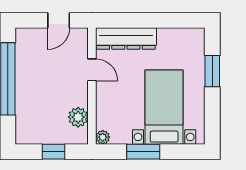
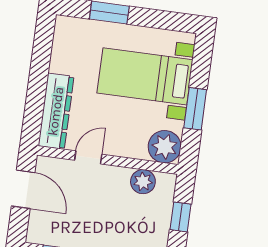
door: (59, 20) -> (23, 189), width x1.38
plant: (103, 137) -> (165, 147), width x1.87, depth x1.87

